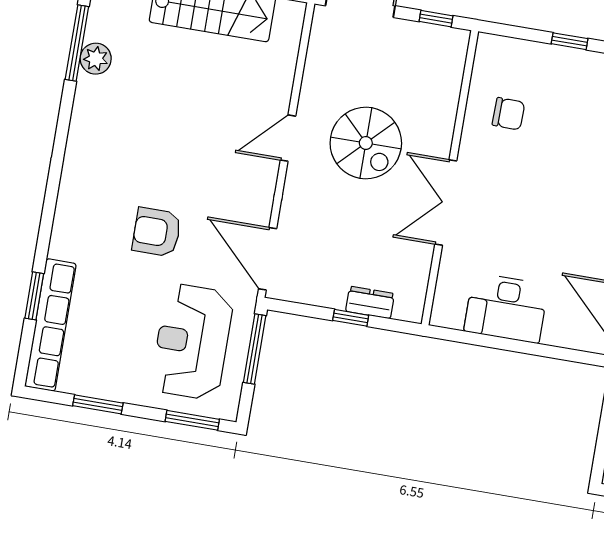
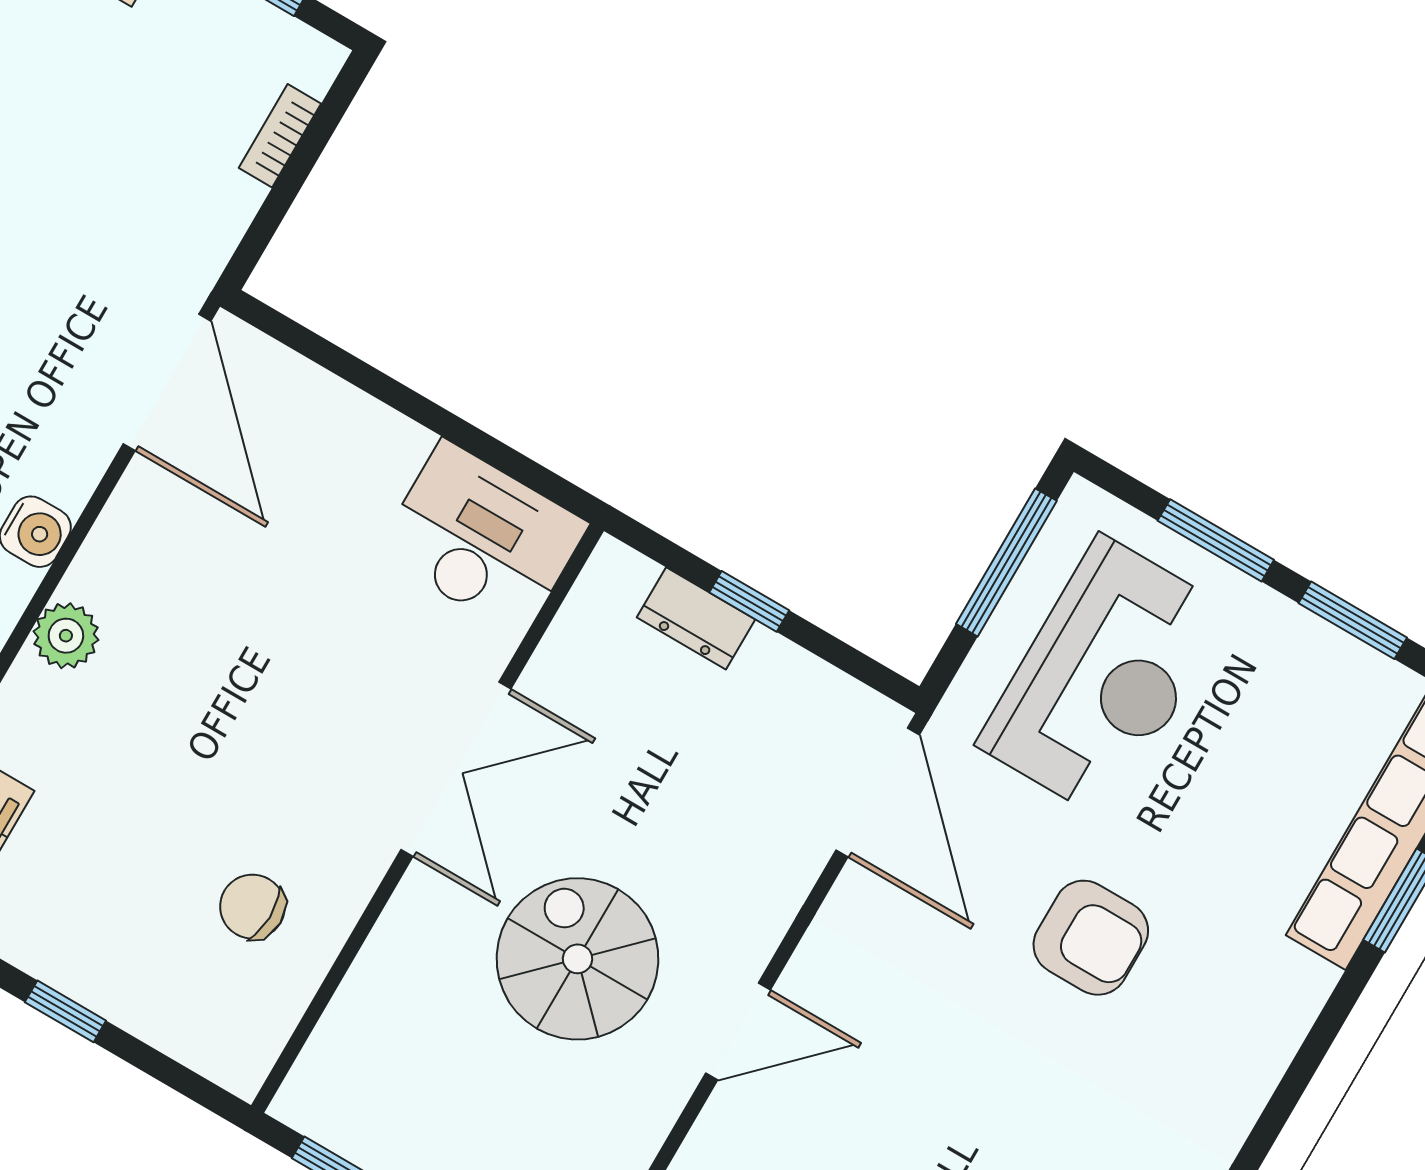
desk: (506, 308) -> (482, 538), moved
window: (255, 349) -> (1006, 562), moved
window: (192, 420) -> (1216, 540), moved

